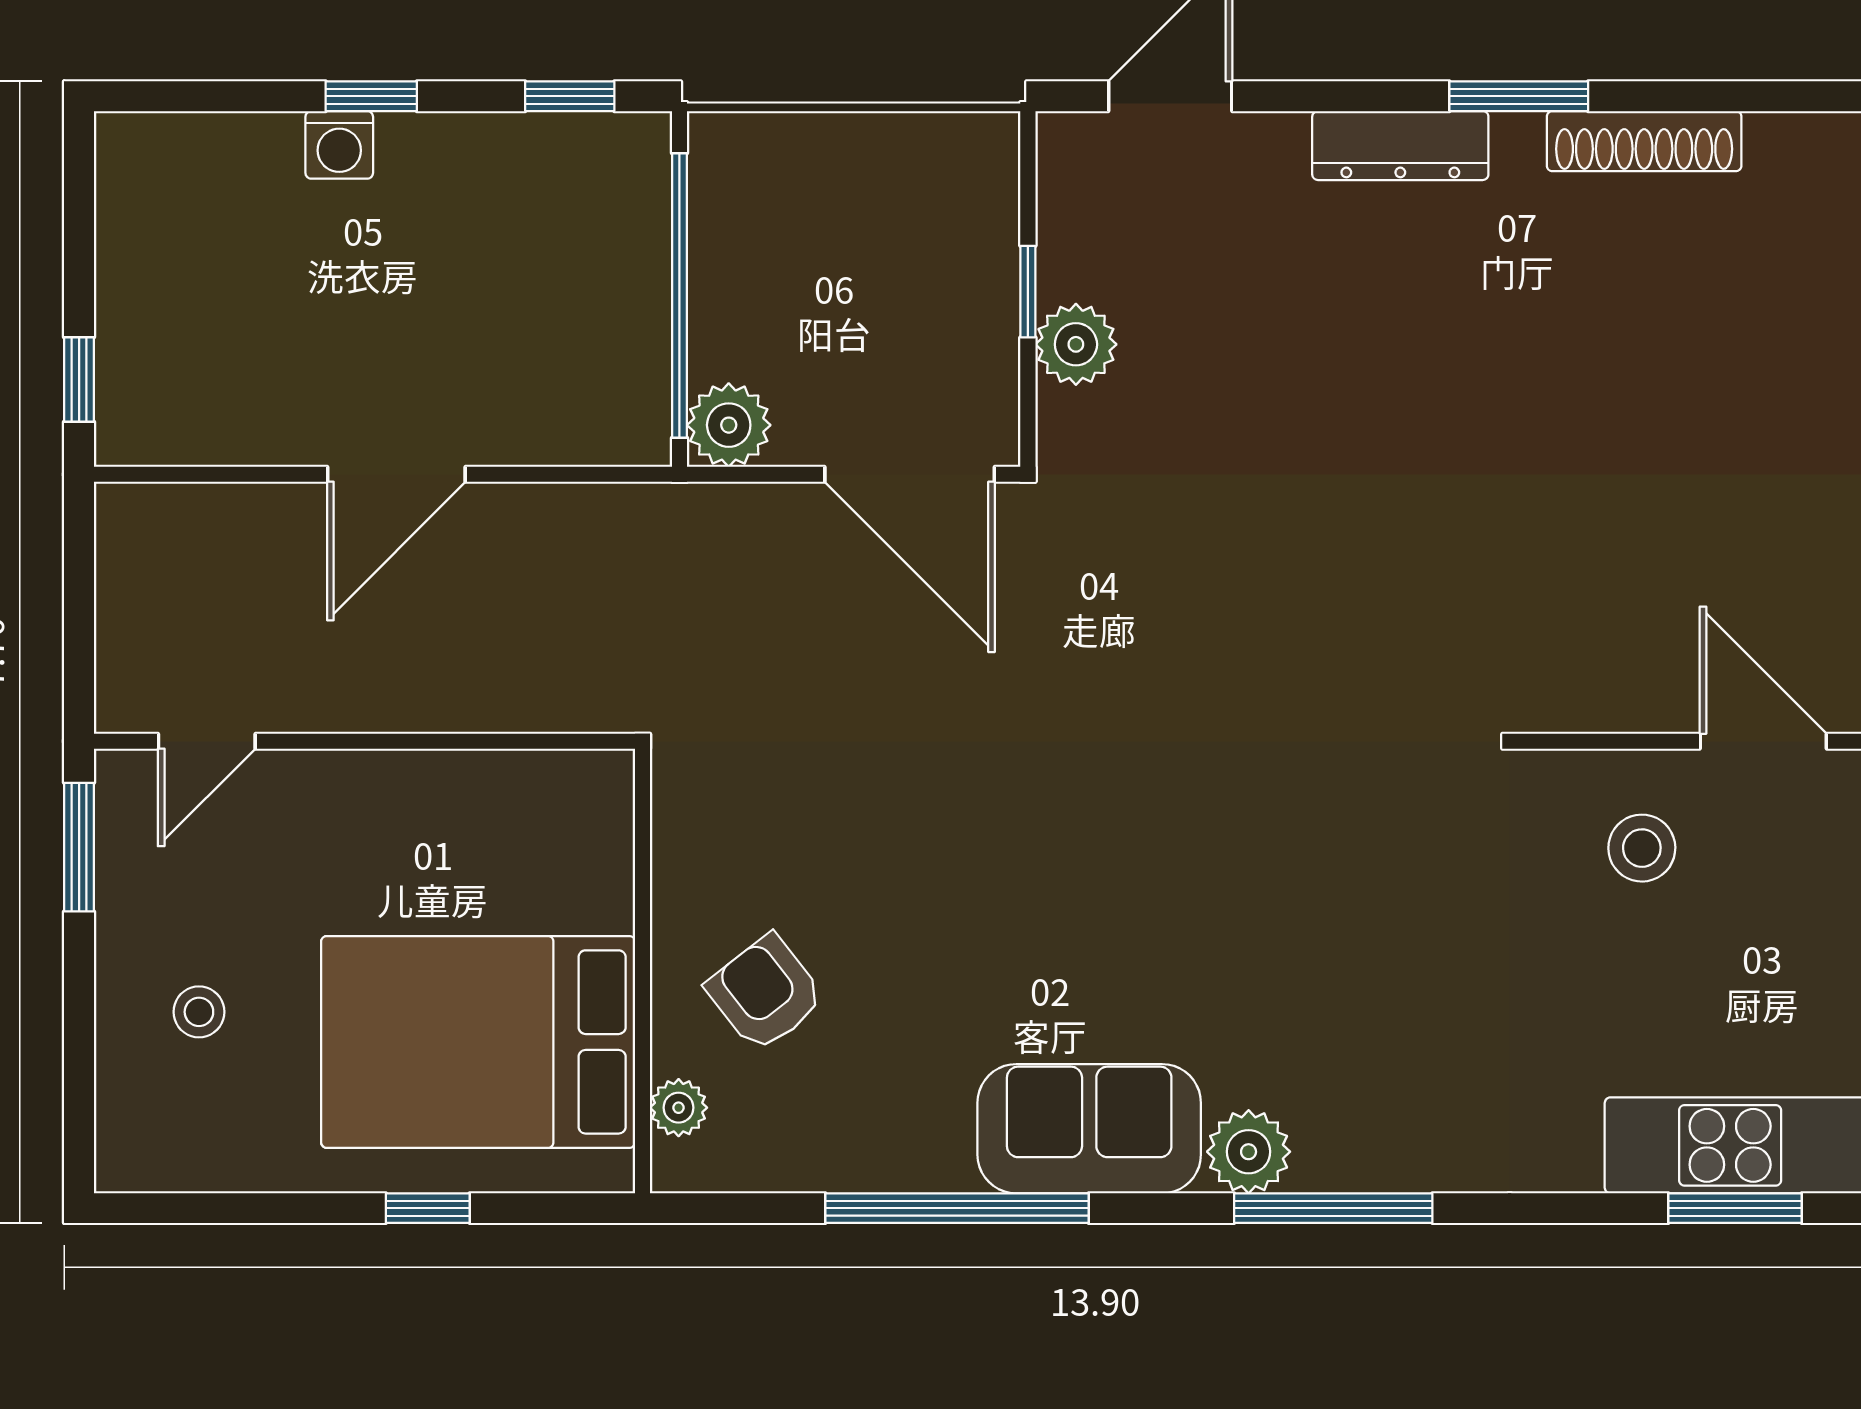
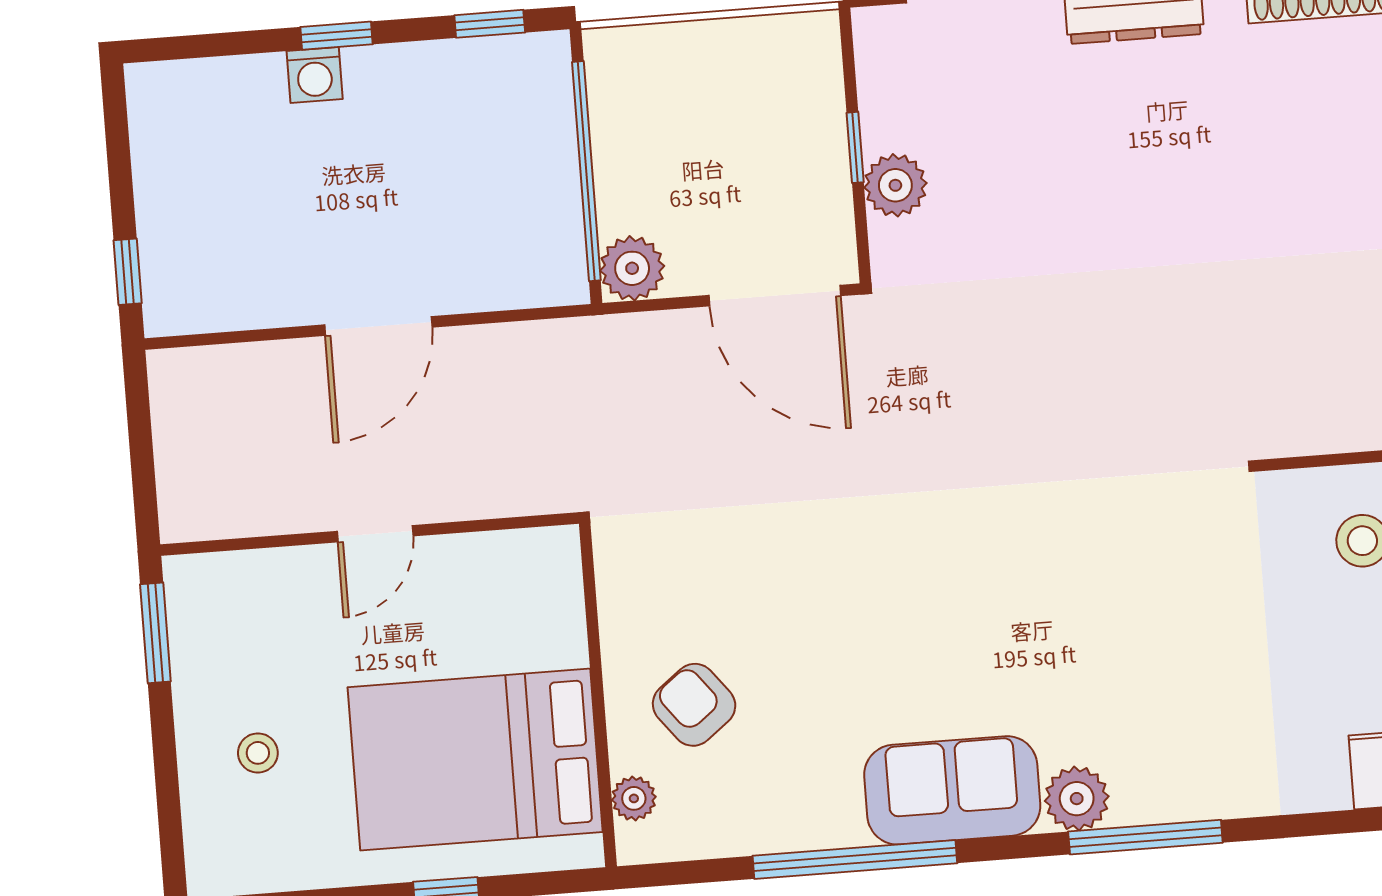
door: (207, 741) -> (375, 534), moved

